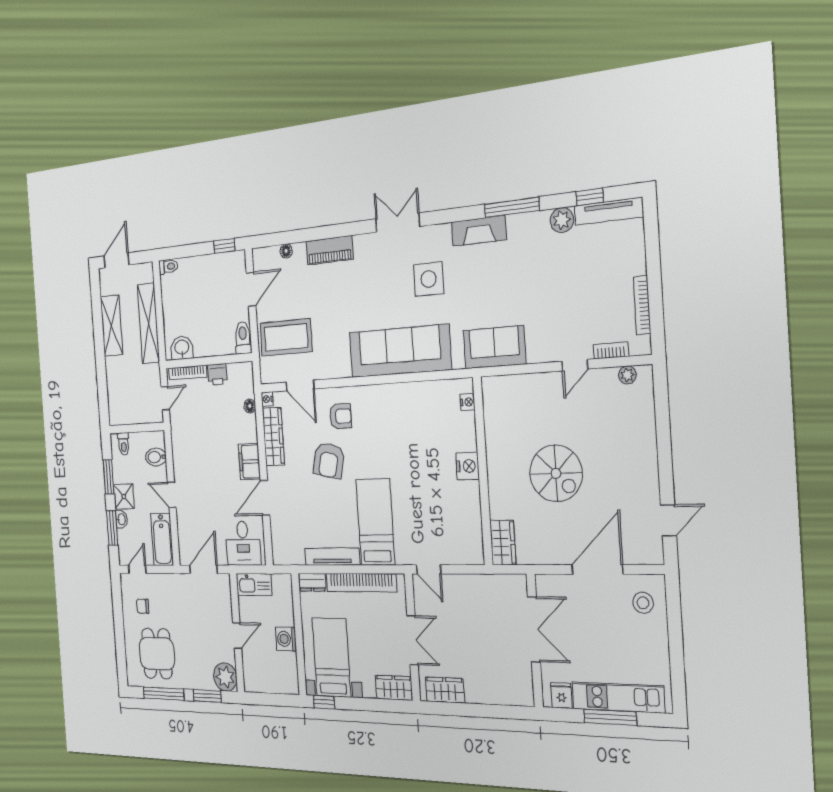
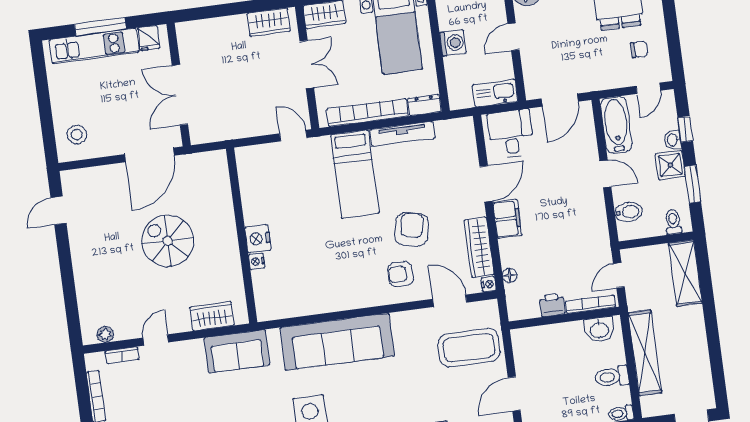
shelving: (112, 326) -> (685, 273), moved
toilet: (243, 338) -> (612, 377), moved, turned 90
nightstand: (468, 402) -> (257, 261), moved
window: (112, 528) -> (685, 129), width x0.67
wardrobe: (503, 543) -> (212, 316), moved, turned 90
door: (597, 569) -> (149, 155), moved
double door: (413, 640) -> (307, 65), swing flipped

